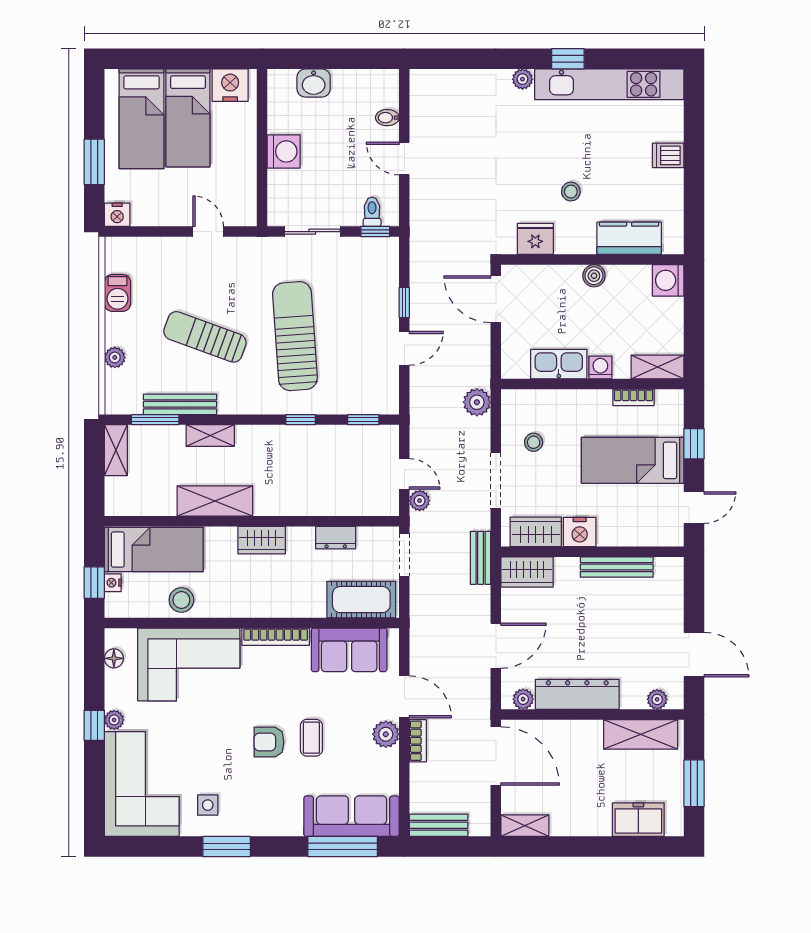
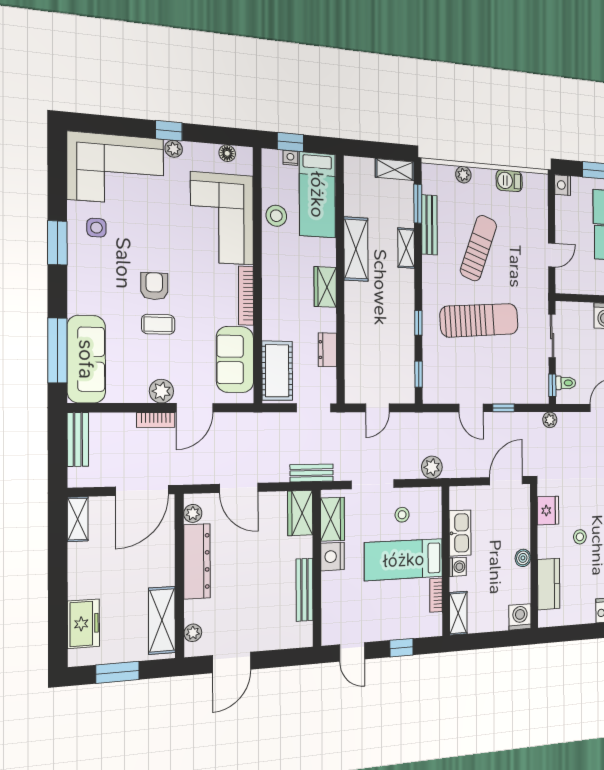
bed: (633, 460) -> (404, 560), moved, turned -90
plant: (420, 501) -> (550, 420), moved

